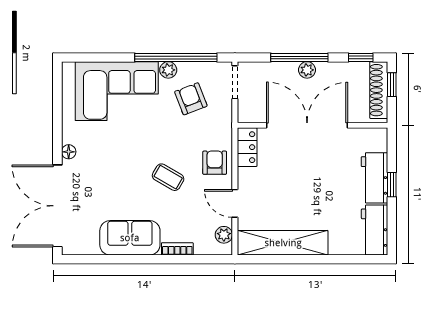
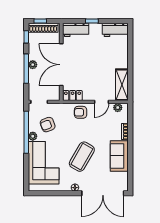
coffee table: (168, 177) -> (82, 157), moved, width x1.86, depth x1.72
workbench: (374, 178) -> (76, 30), moved
shelving: (283, 243) -> (122, 85), width x0.68

